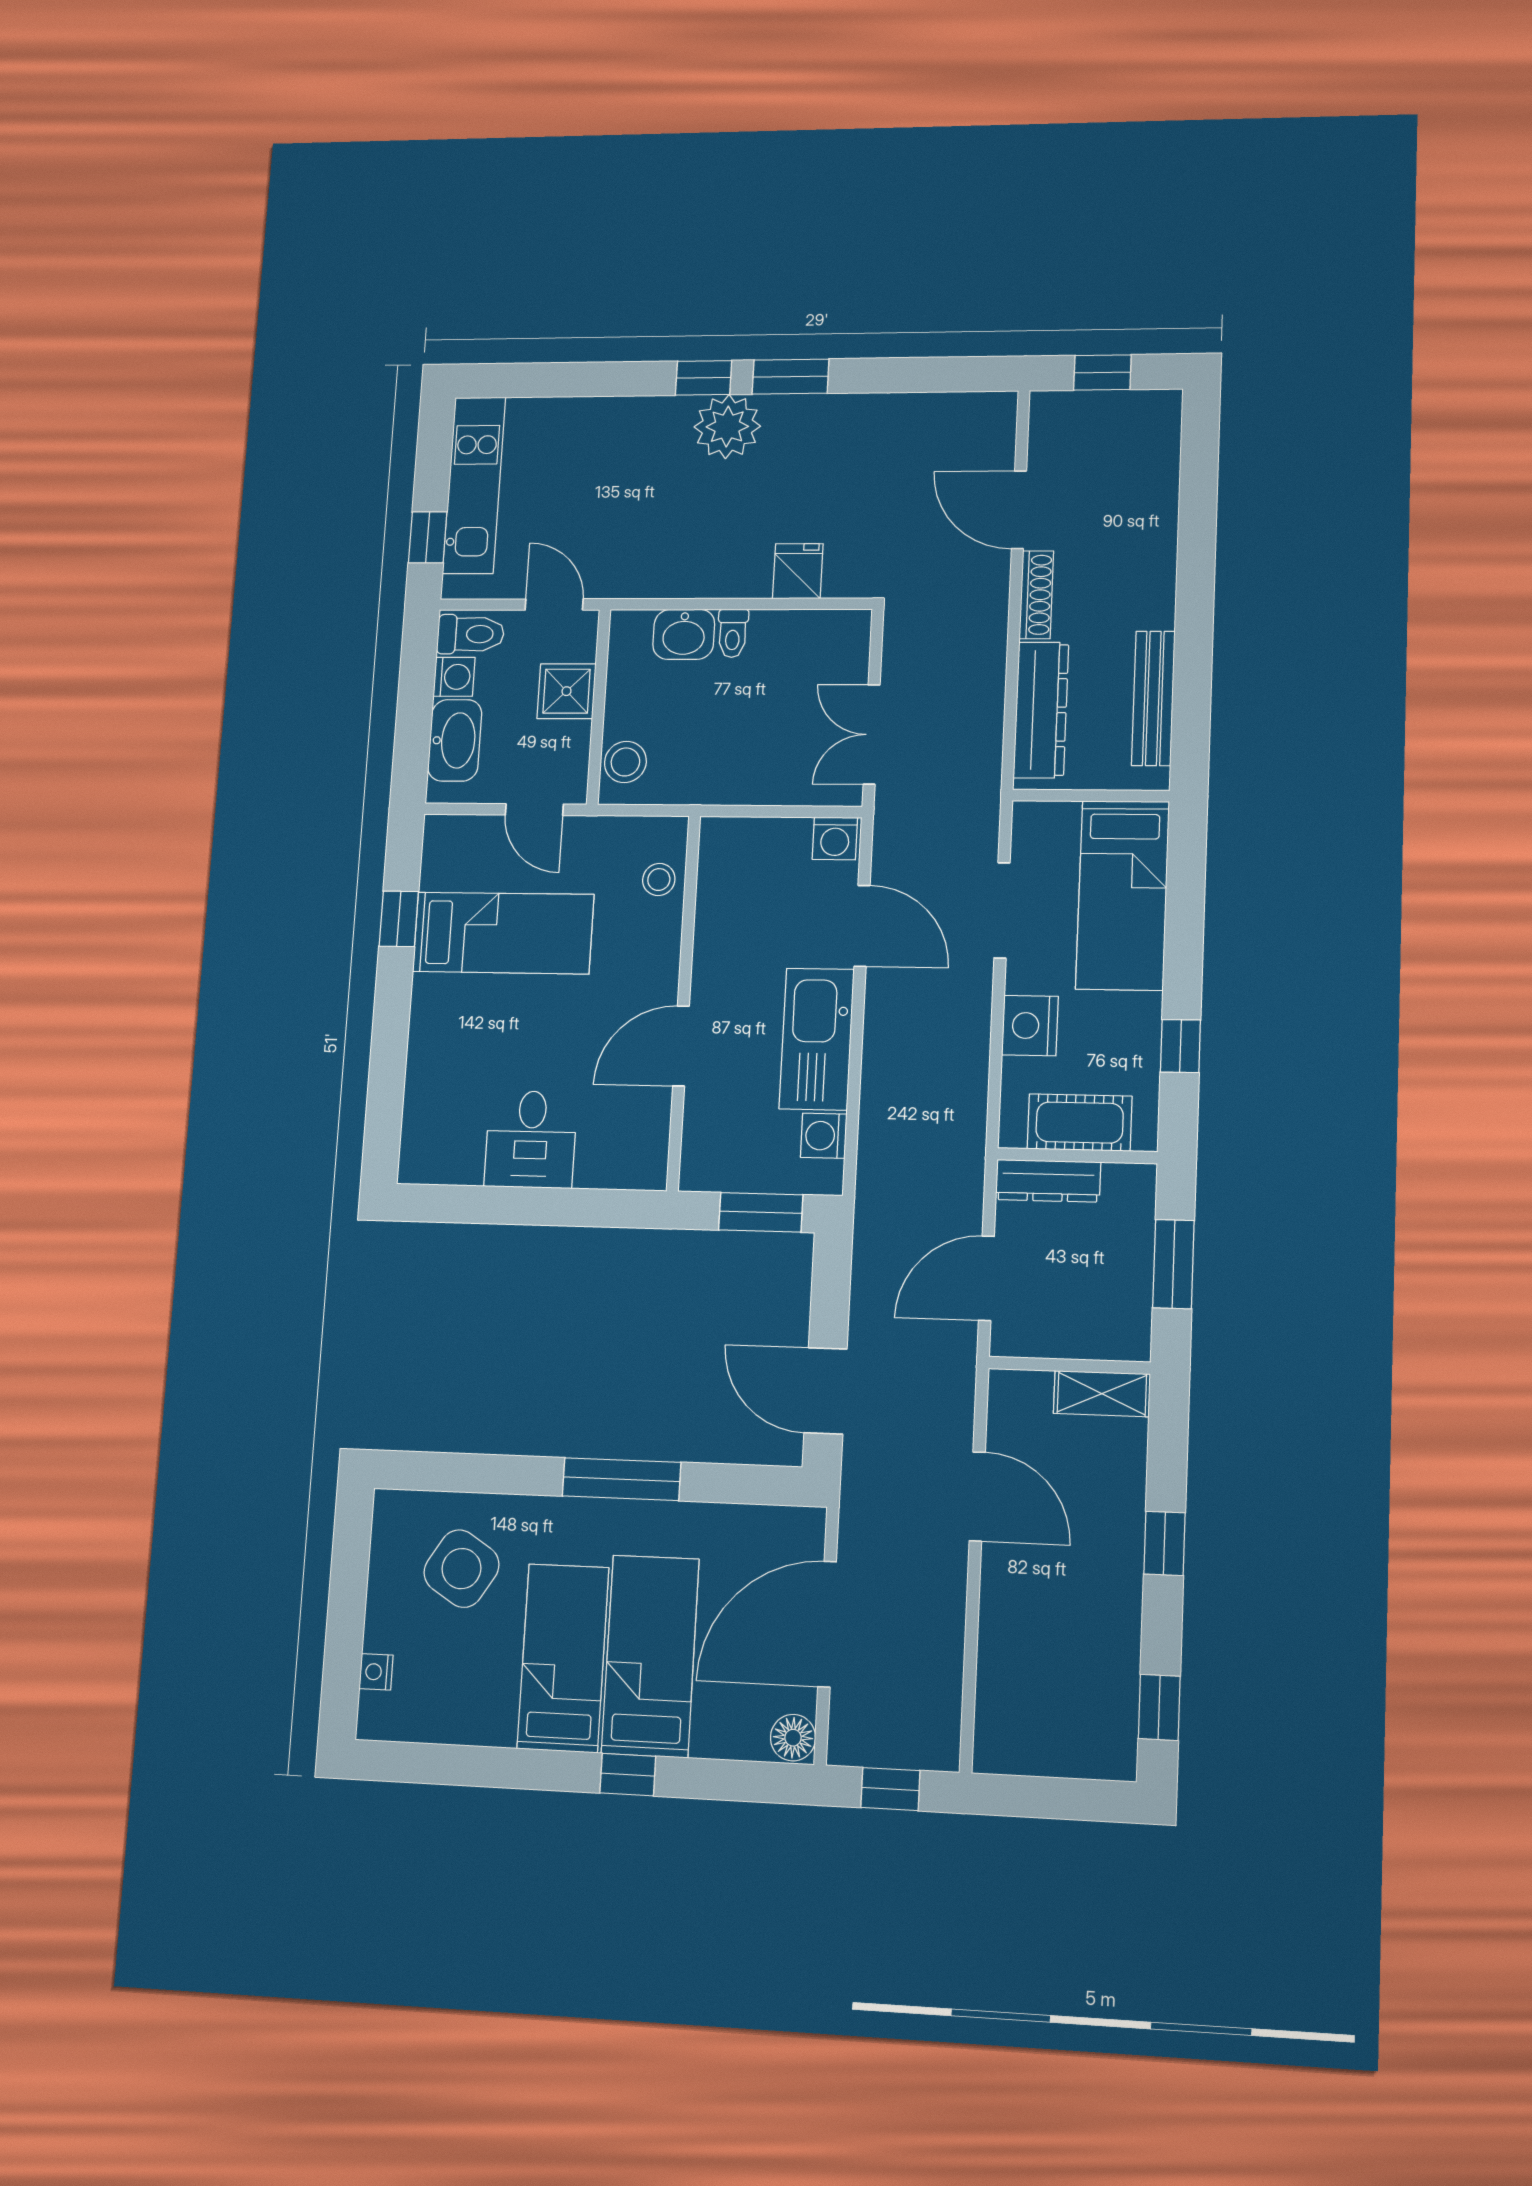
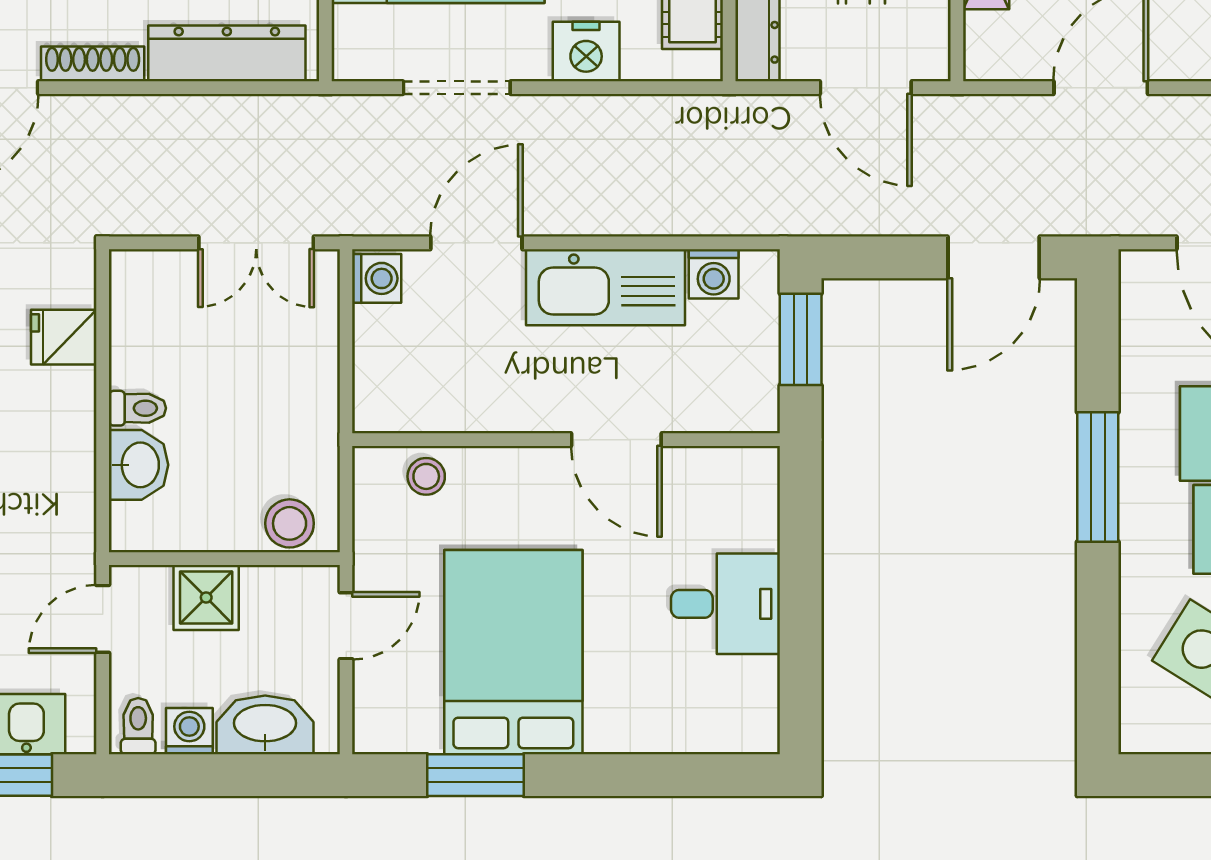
toilet: (471, 634) -> (138, 726), width x0.73, depth x0.72
window: (399, 919) -> (475, 775), width x1.50
bed: (503, 933) -> (513, 652), width x1.50

